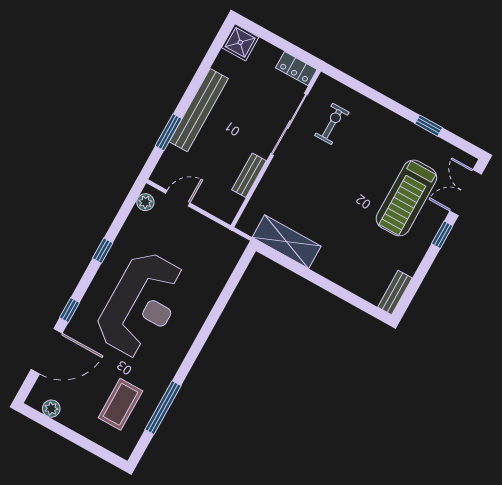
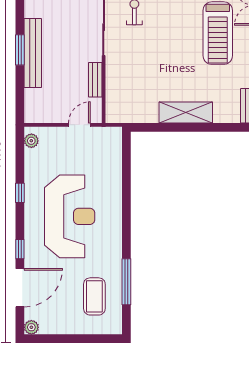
window: (169, 132) -> (20, 50), moved
door: (178, 198) -> (79, 125), moved
shelving: (287, 242) -> (186, 113), moved
plant: (51, 409) -> (31, 327), moved

